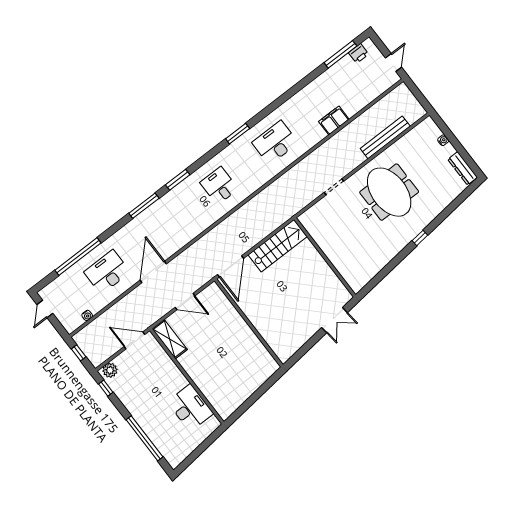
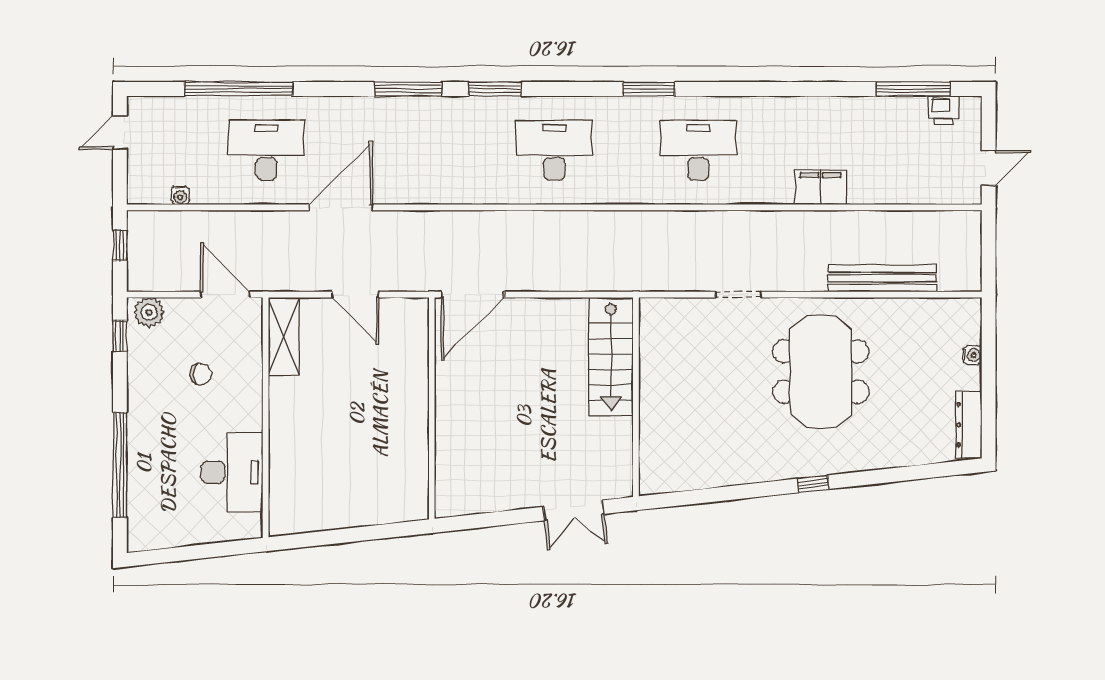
desk: (219, 186) -> (554, 150), width x1.37
stairs: (278, 246) -> (611, 356), moved, turned 90
chair: (149, 379) -> (201, 374), added

